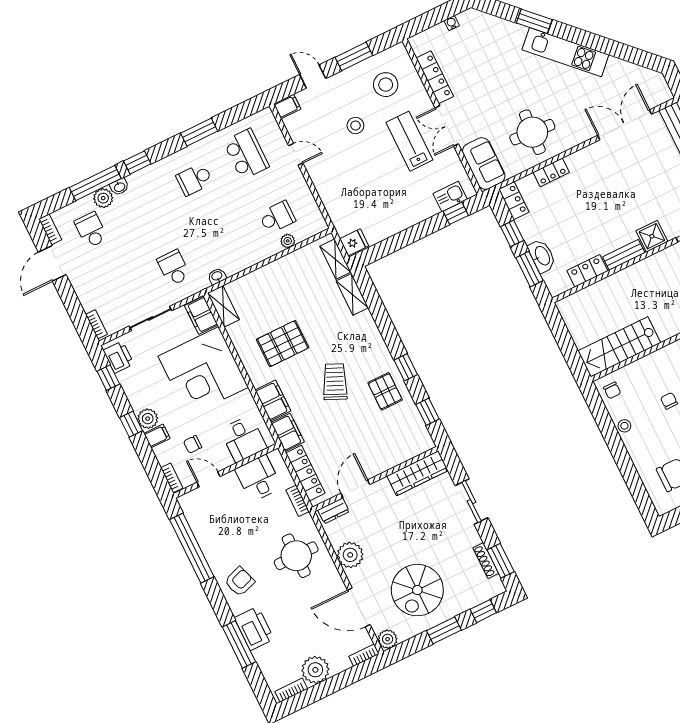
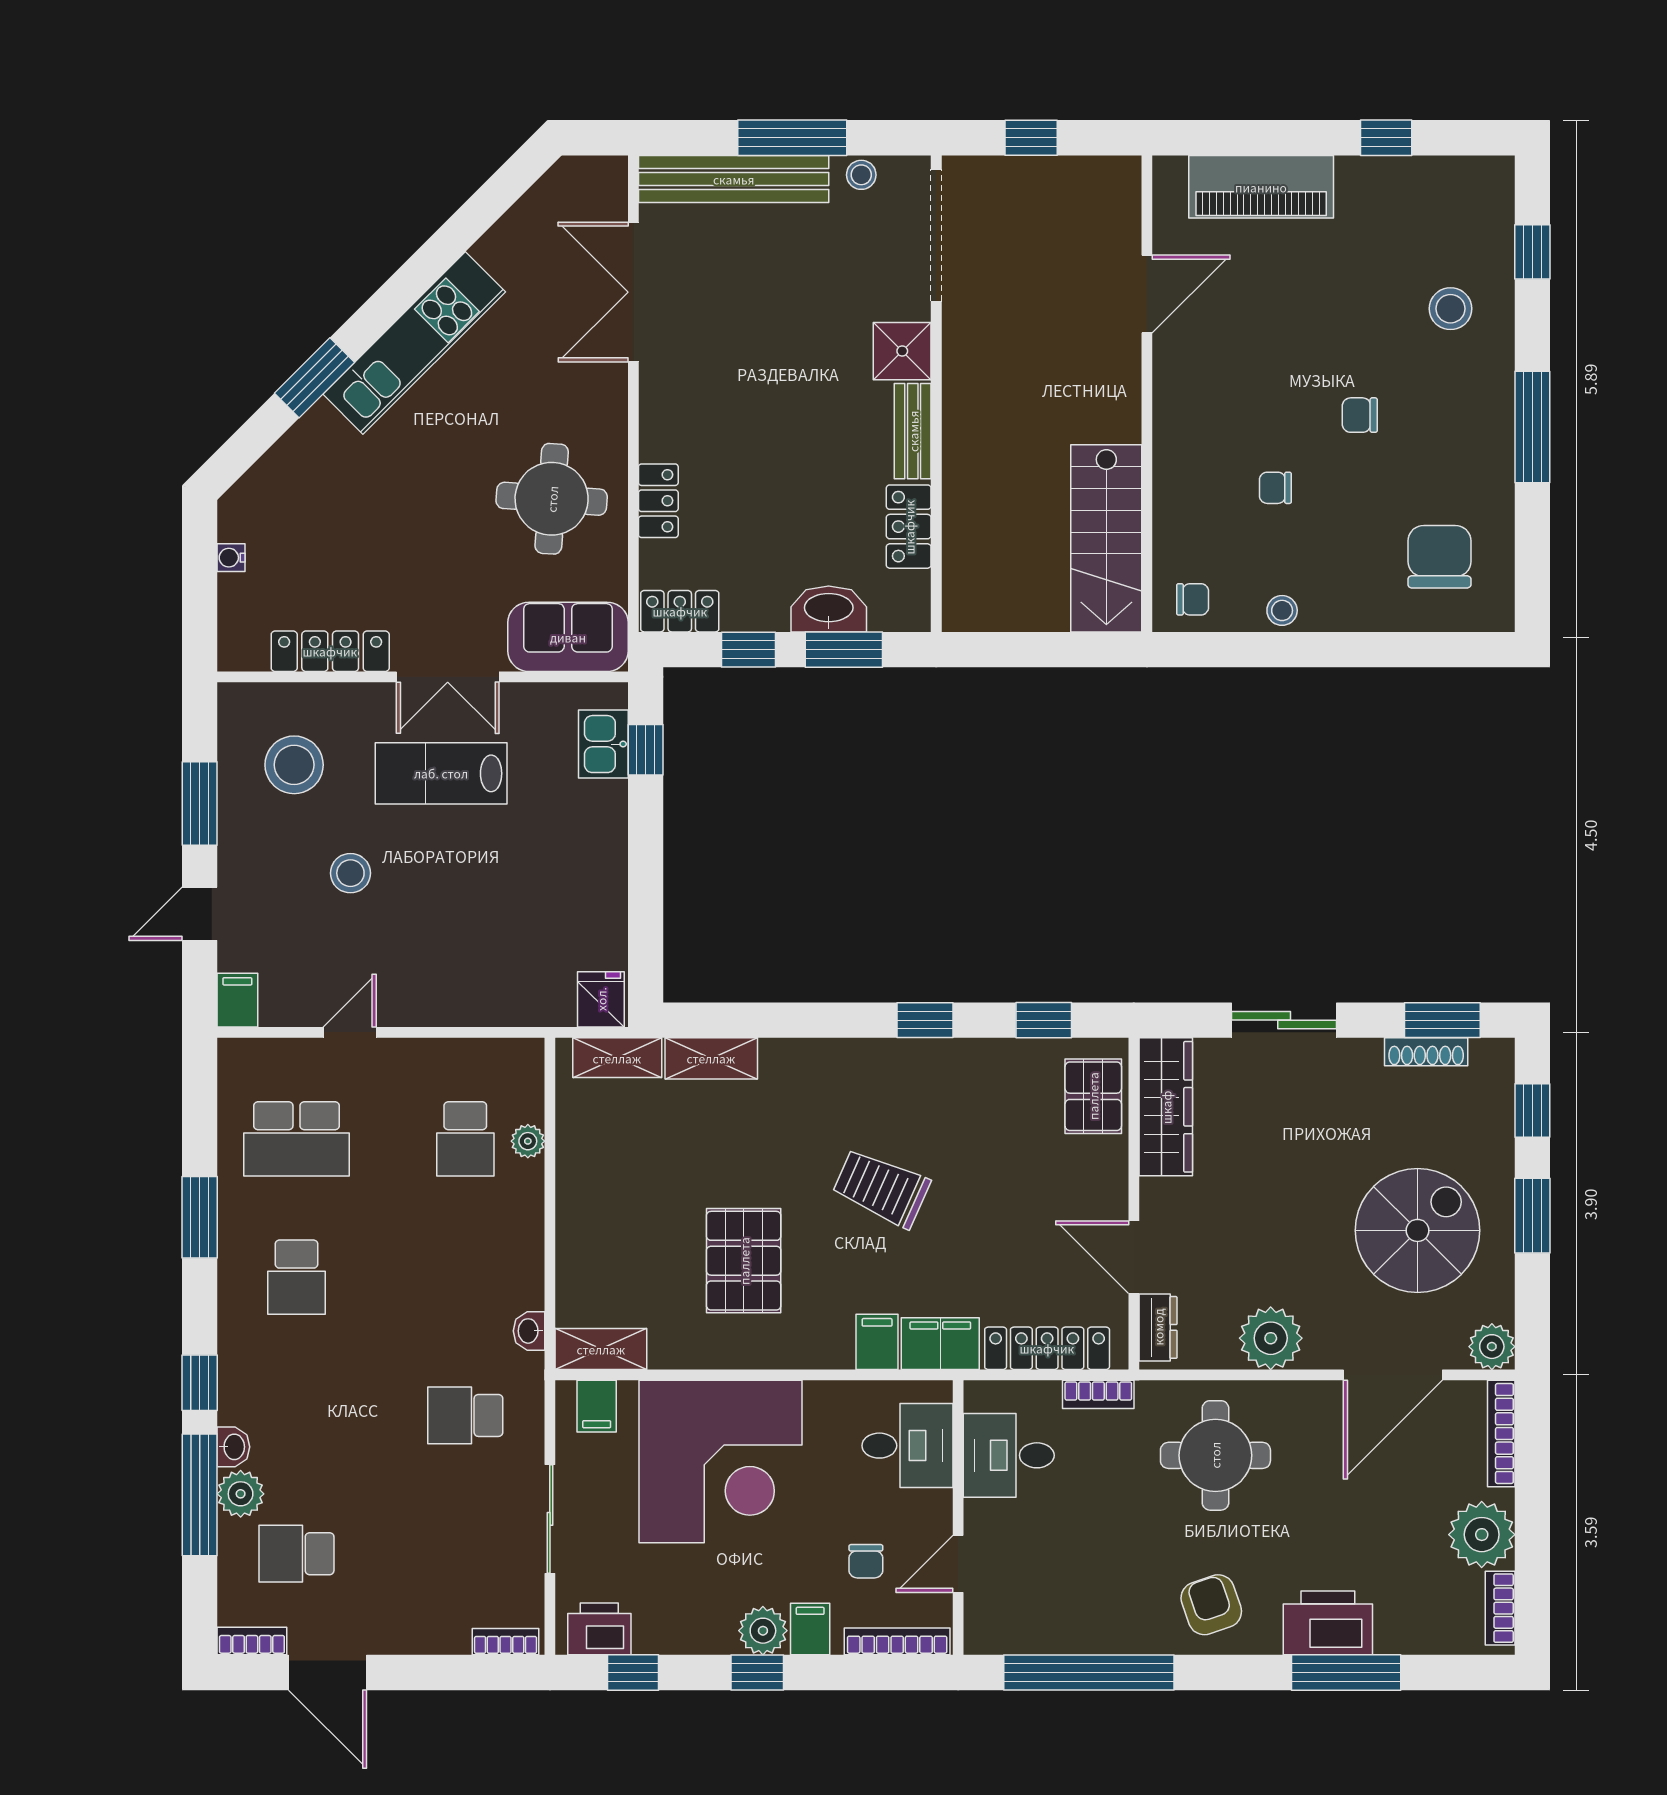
school desk: (246, 154) -> (296, 1139), turned 180
school desk: (277, 217) -> (465, 1139), turned 180
filing cabinet: (201, 315) -> (597, 1406), width x0.50
pallet: (385, 391) -> (1093, 1096), moved, turned 90
filing cabinet: (273, 401) -> (877, 1342), width x0.50
bookcase: (172, 478) -> (897, 1641), width x1.56
spiral stairs: (417, 590) -> (1418, 1230), turned -90
bookcase: (364, 655) -> (1501, 1433), width x1.56

